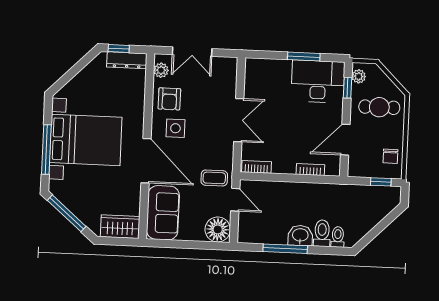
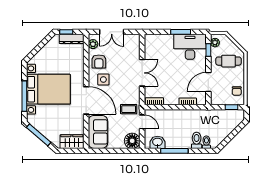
washbasin: (300, 236) -> (157, 142), moved

